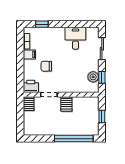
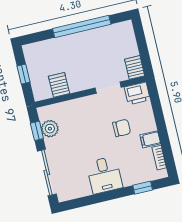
desk: (75, 38) -> (104, 175), moved
sliding door: (102, 49) -> (47, 173), width x1.37
server rack: (66, 104) -> (59, 85), moved
window: (74, 139) -> (82, 26), moved

